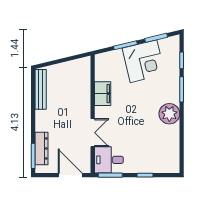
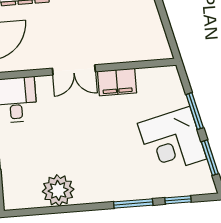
plant: (169, 114) -> (58, 190), moved
double door: (93, 133) -> (74, 70), moved

